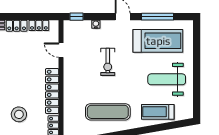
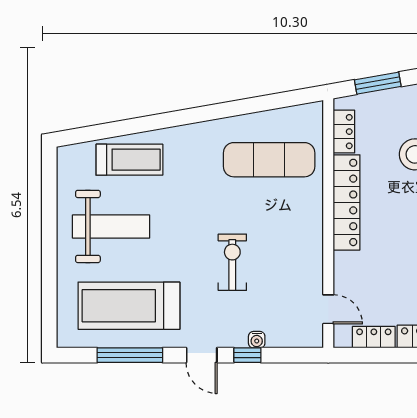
window: (77, 17) -> (247, 355), moved
door: (61, 50) -> (328, 309), moved
exercise mat: (108, 112) -> (269, 160), moved

